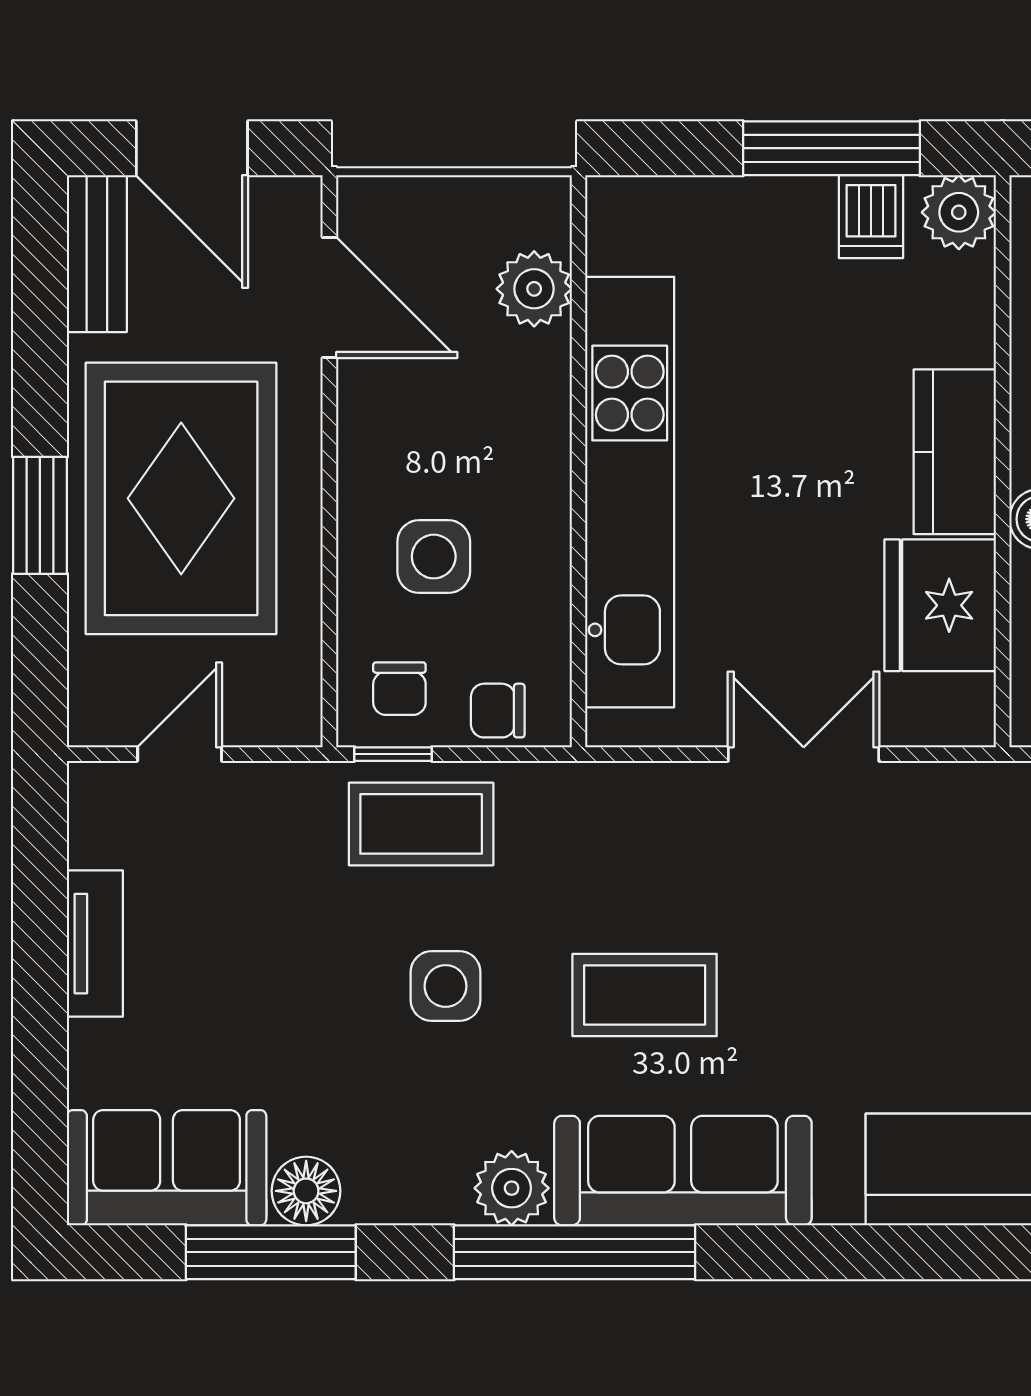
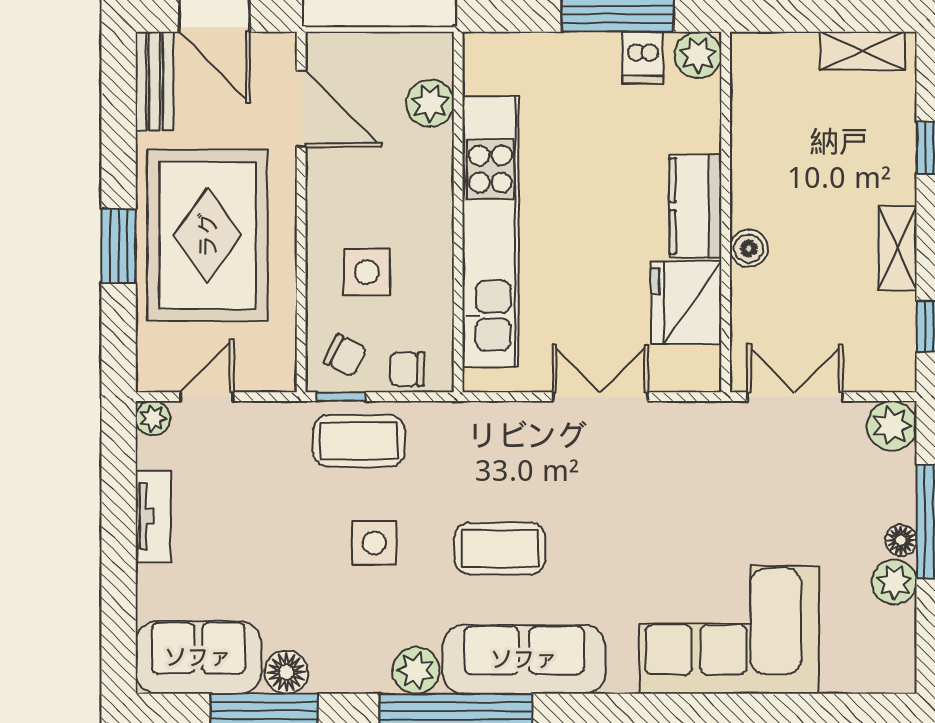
chair: (399, 689) -> (345, 355), turned -64
plant: (94, 788) -> (153, 418), added

